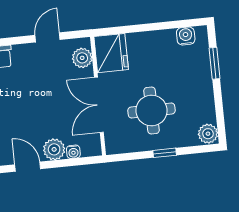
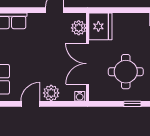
water cooler: (73, 152) -> (80, 96), moved
door: (28, 167) -> (30, 104), hinge flipped

